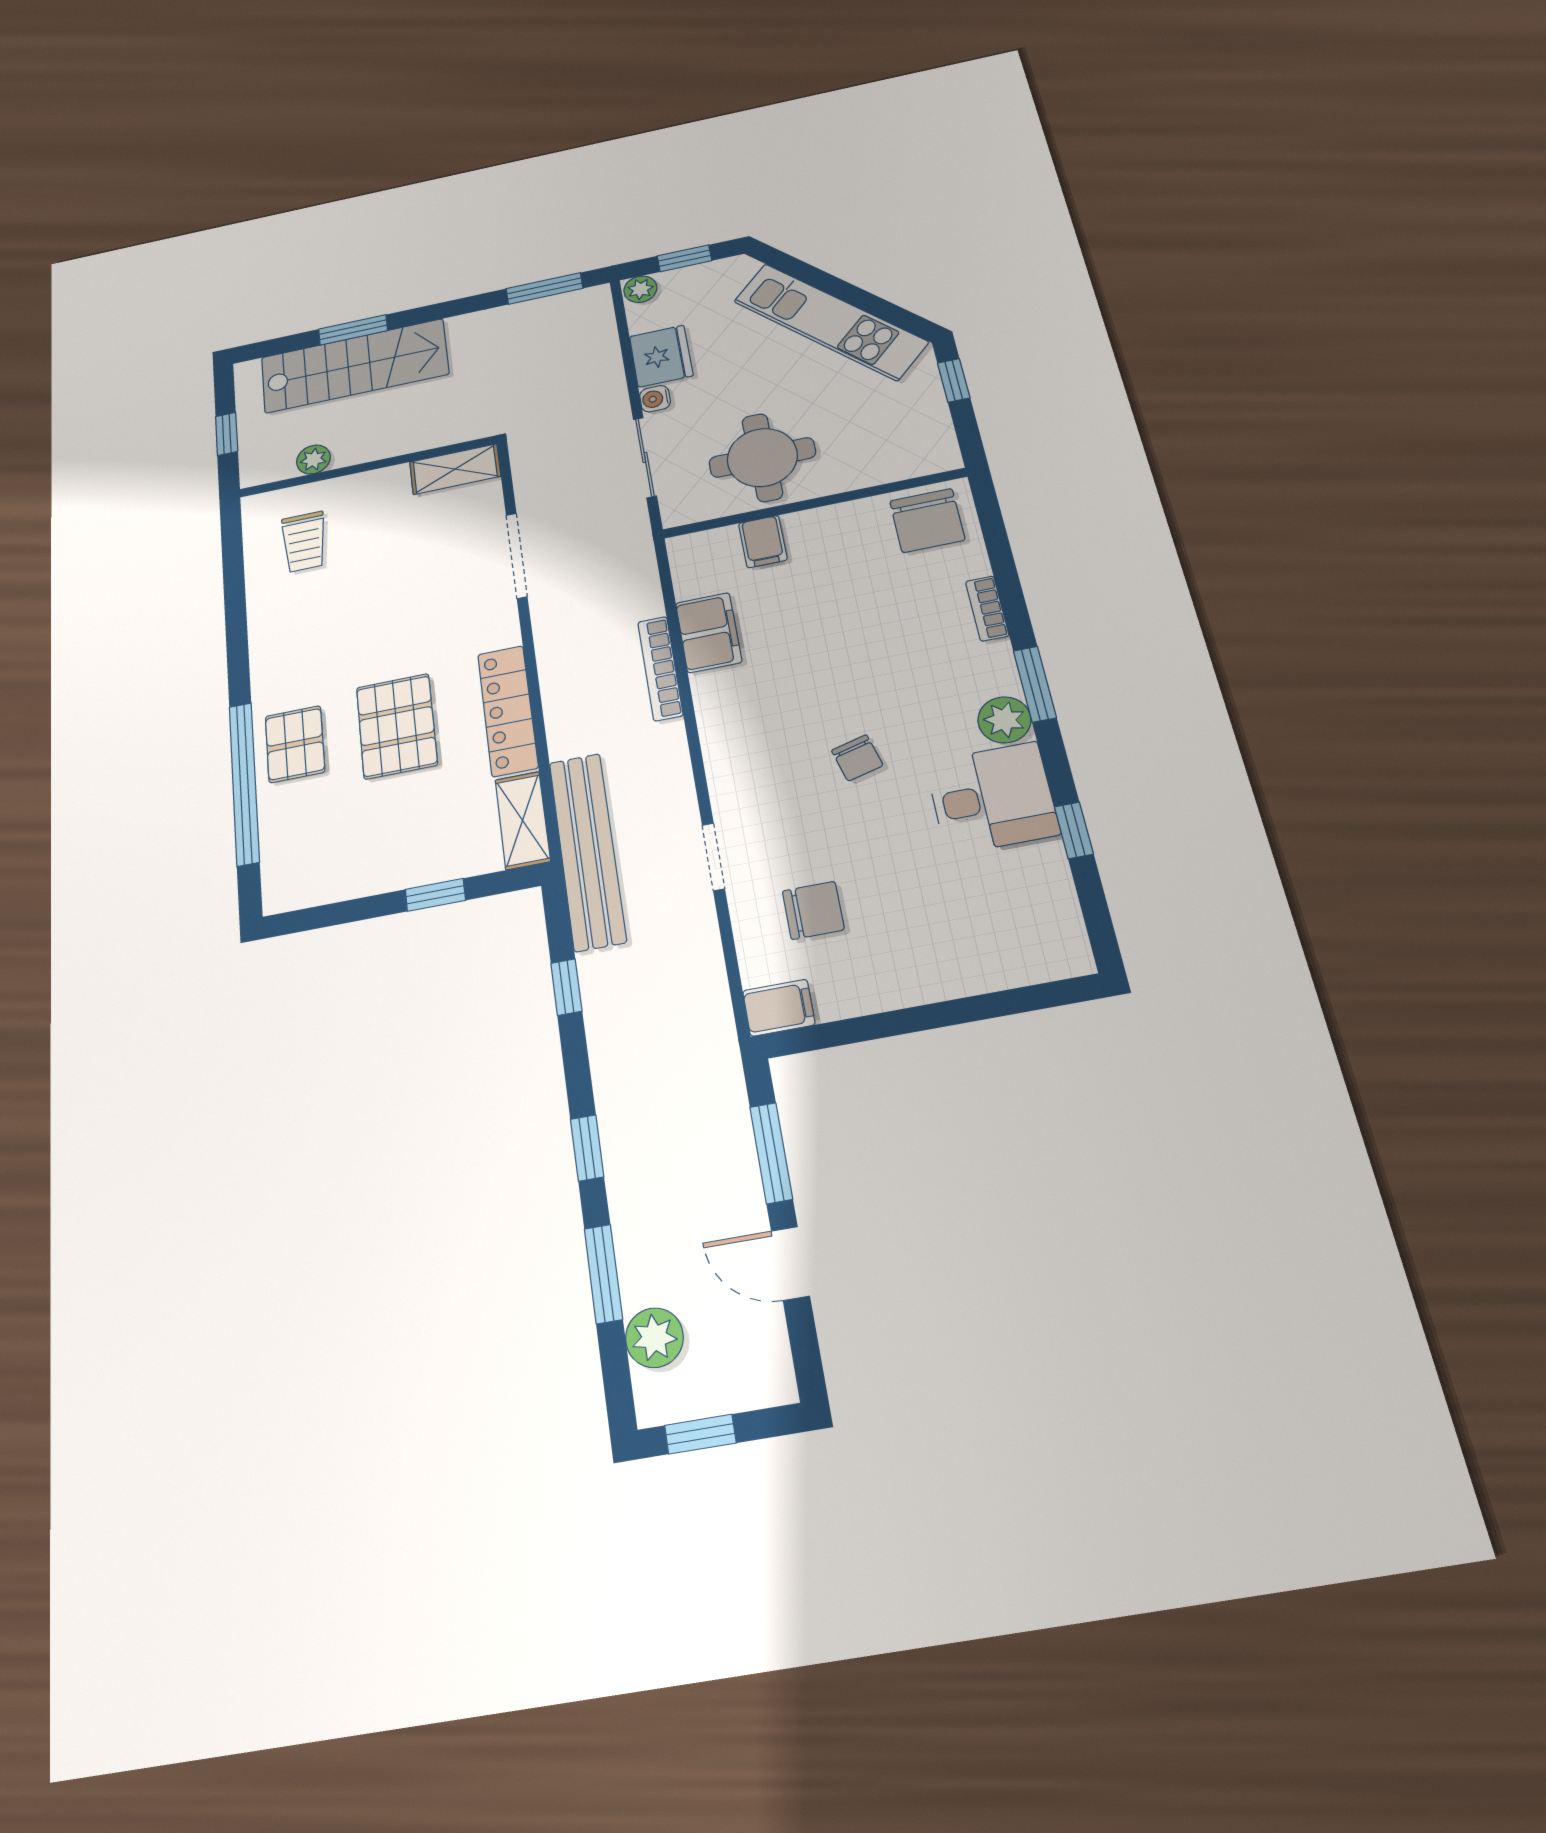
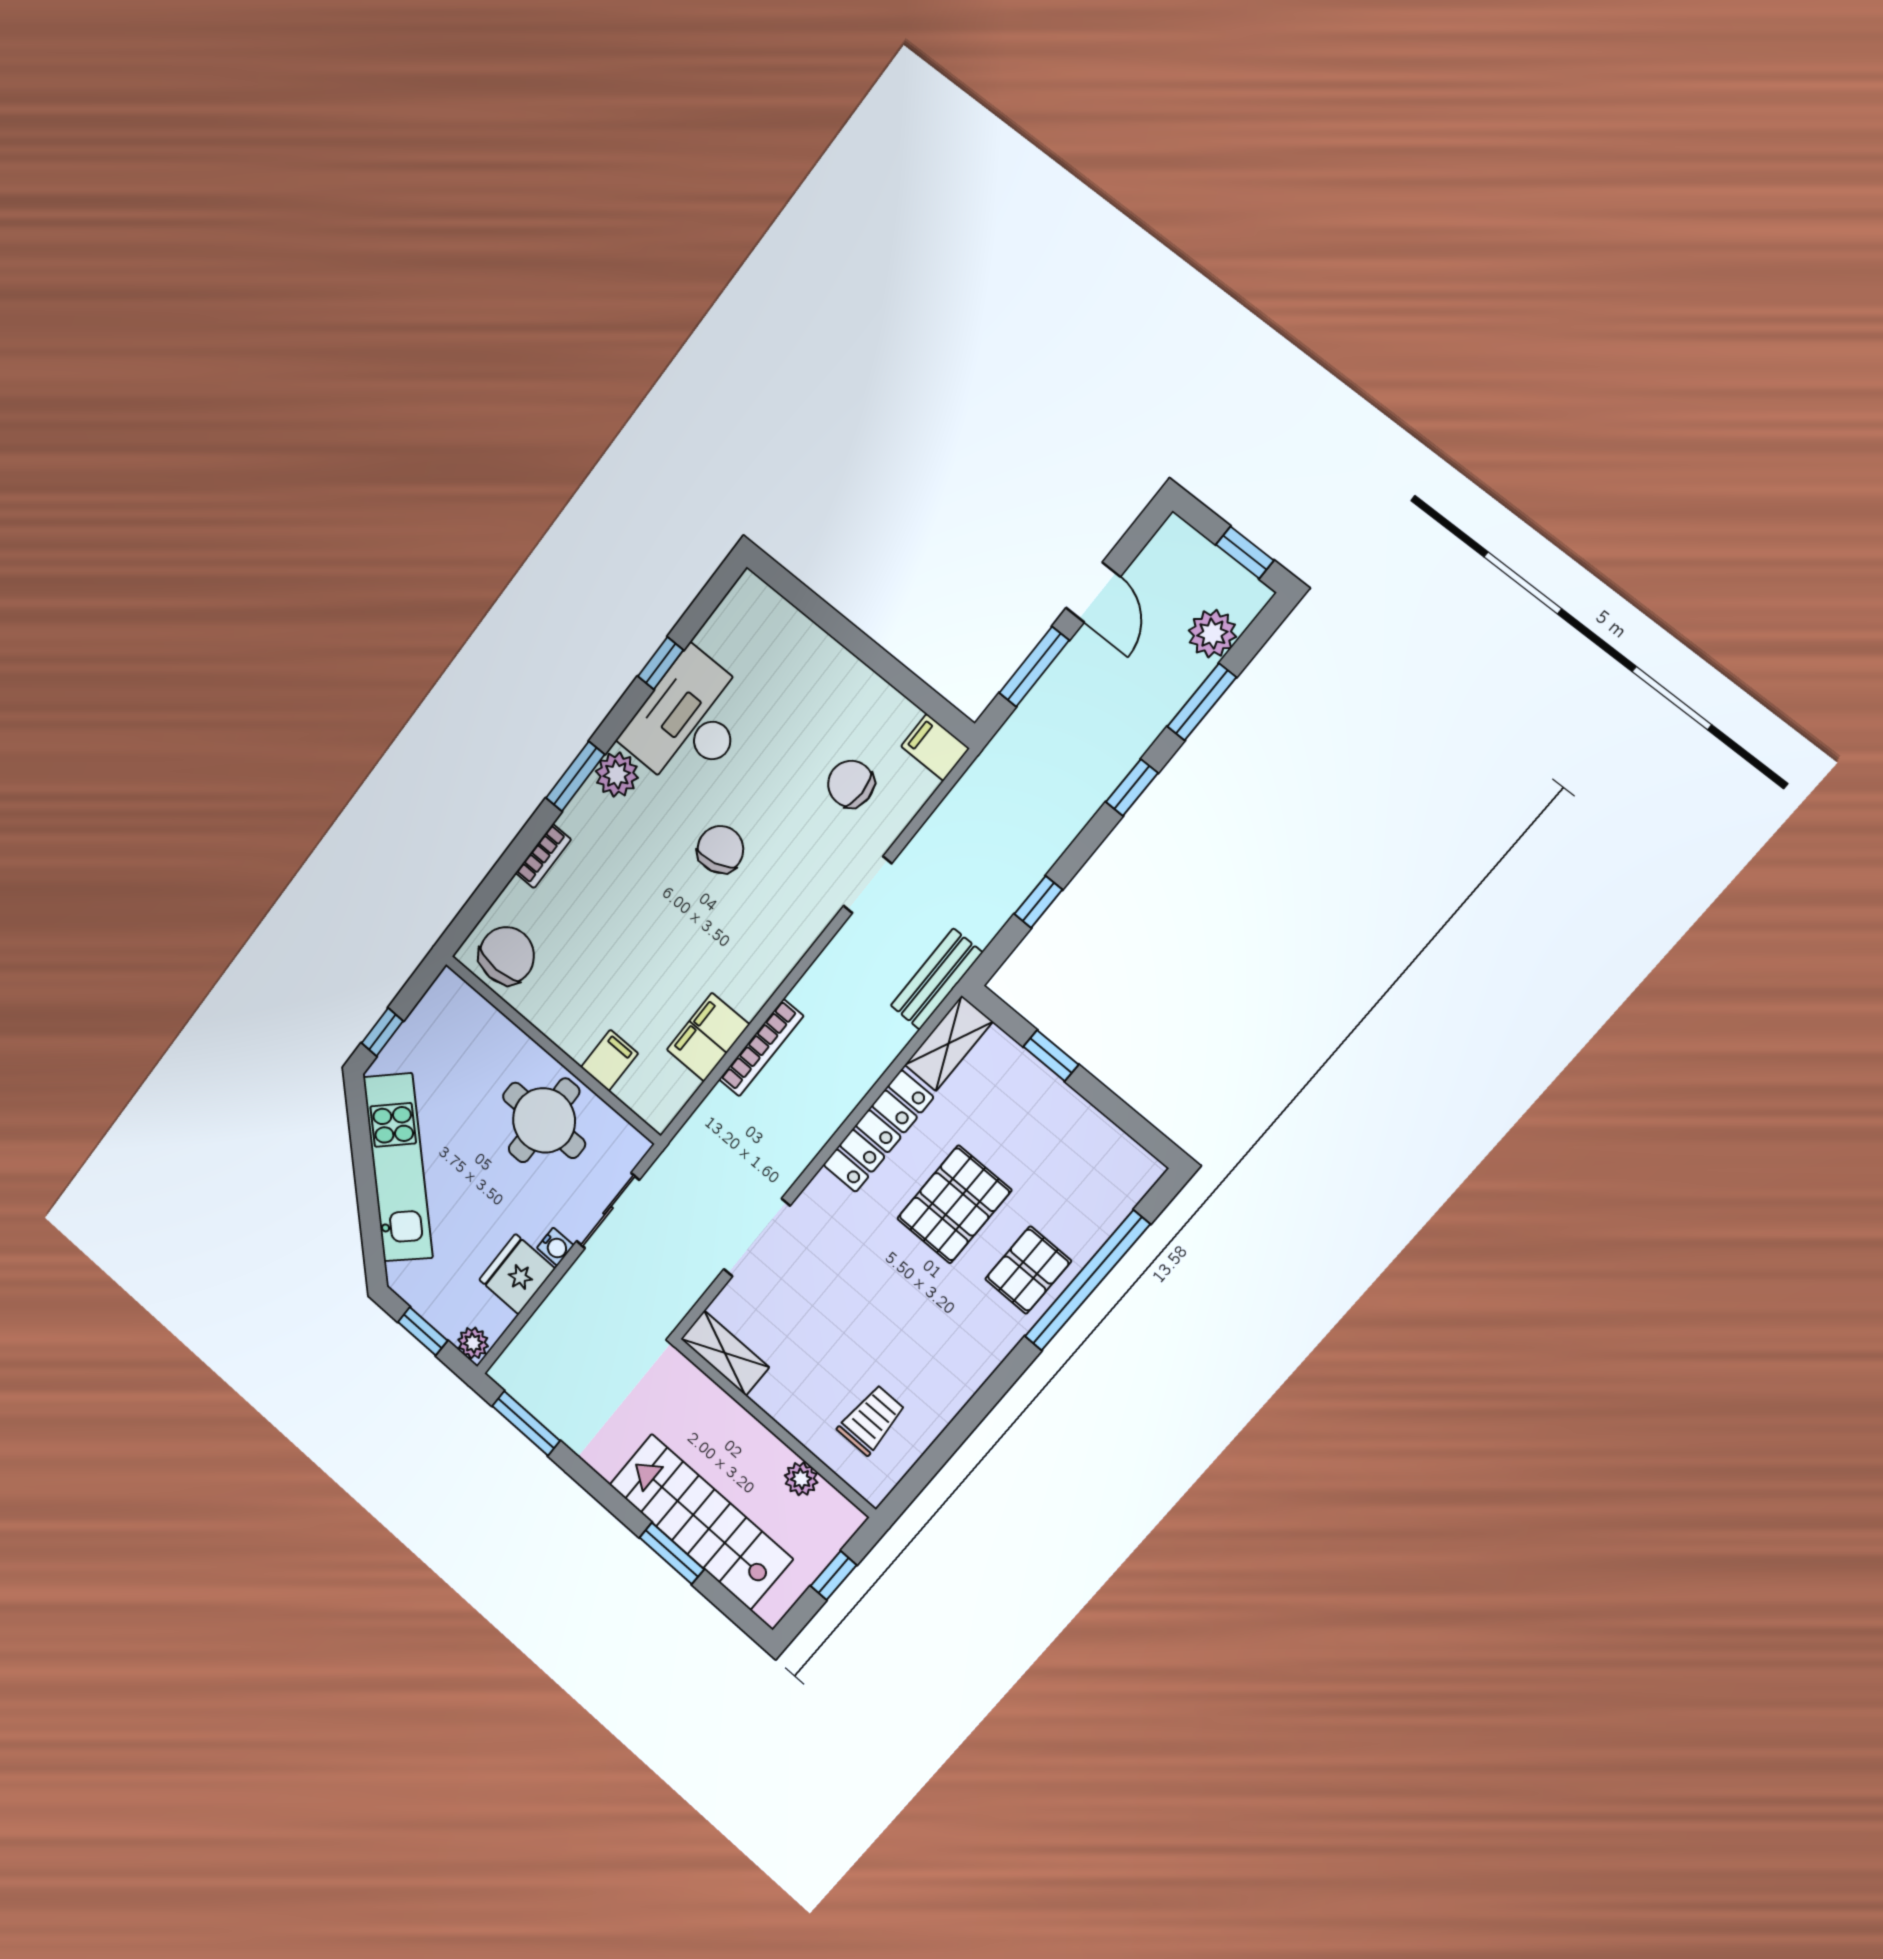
chair: (857, 758) -> (720, 849), width x1.37, depth x1.37
desk: (992, 798) -> (689, 722), width x1.37
bench: (587, 851) -> (937, 979), width x0.54, depth x0.82

